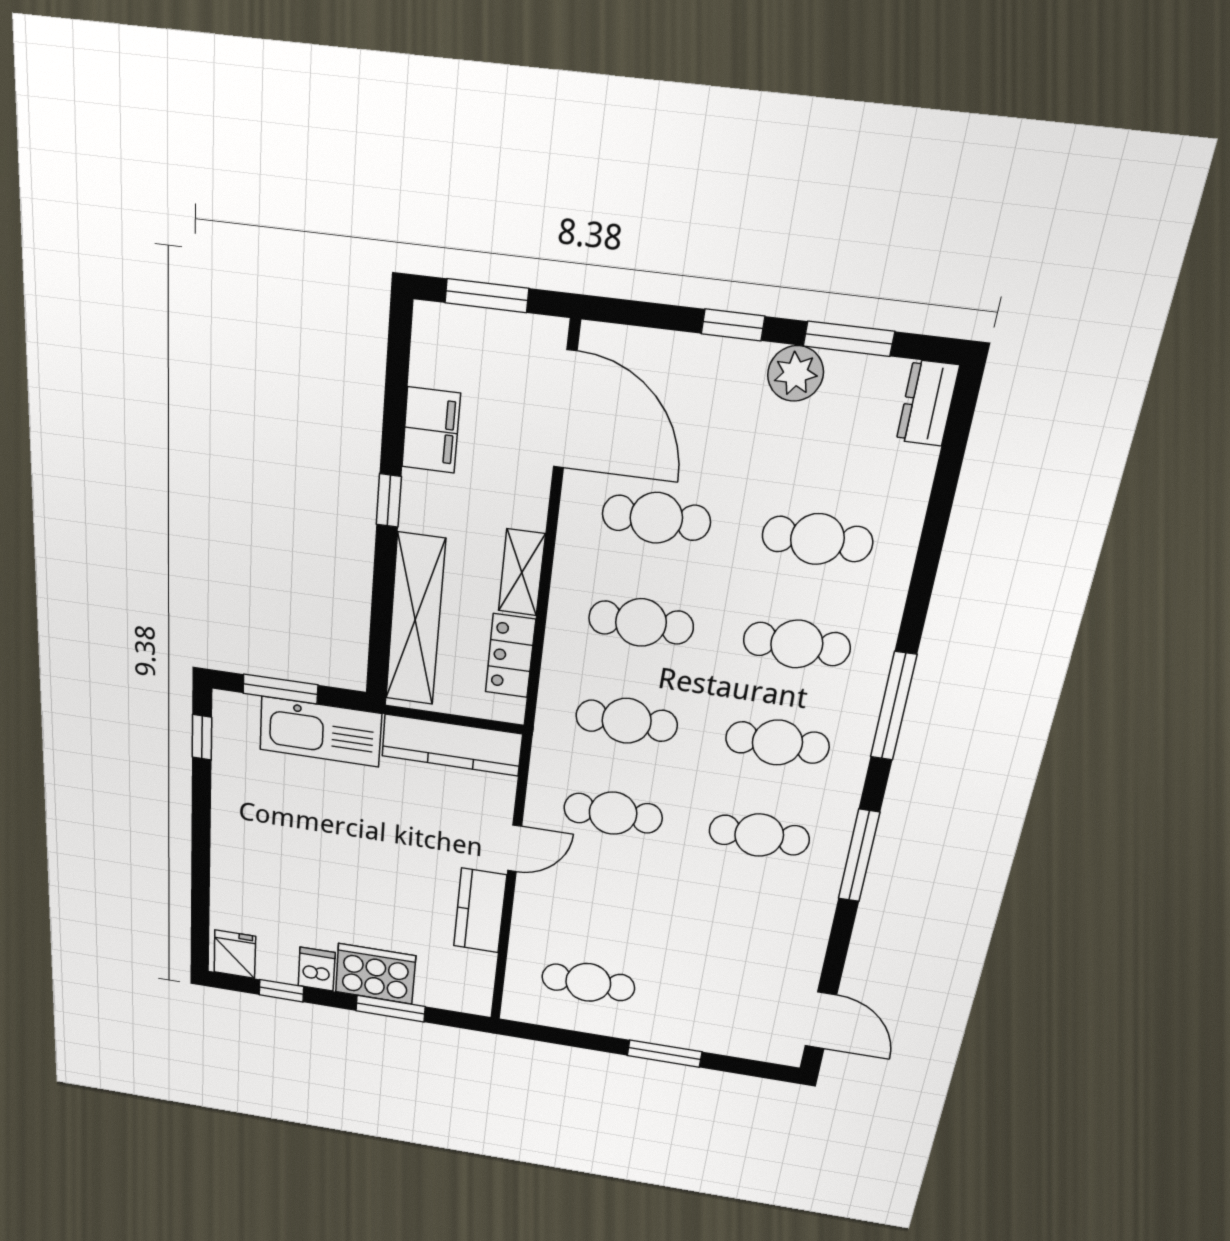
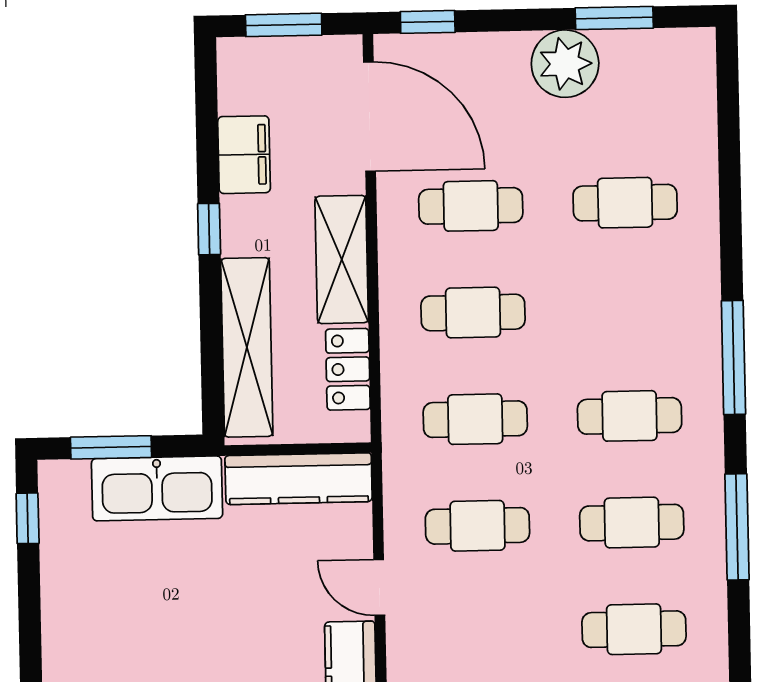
window: (733, 325) -> (428, 22), moved
plant: (796, 373) -> (565, 64), width x1.36, depth x1.36
dresser: (928, 403) -> (696, 64), removed
shelving: (522, 572) -> (342, 259), width x1.50, depth x1.33
cafe table: (797, 644) -> (634, 629), moved
door: (515, 848) -> (379, 587), swing flipped

